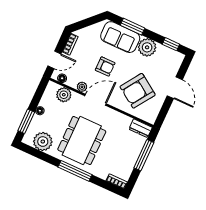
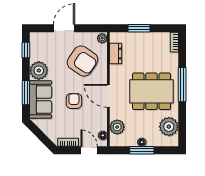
plant: (82, 87) -> (102, 38), moved
window: (26, 121) -> (142, 150), moved
dresser: (141, 128) -> (116, 54), moved
window: (144, 155) -> (139, 28), width x0.69

